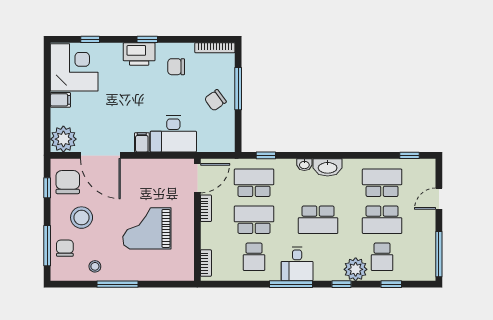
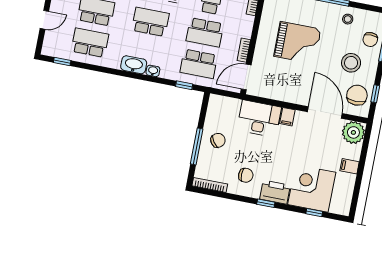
corner desk: (74, 67) -> (312, 188), moved, turned 90
chair: (68, 182) -> (357, 95), turned 180
school desk: (382, 183) -> (90, 43), turned 180

